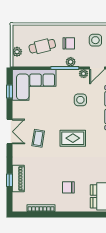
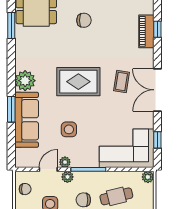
plant: (17, 52) -> (148, 177), moved
plant: (71, 62) -> (67, 177), moved
double door: (9, 132) -> (157, 90), width x1.37
rug: (73, 138) -> (78, 82), width x1.36, depth x1.43

